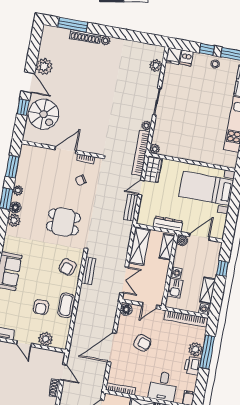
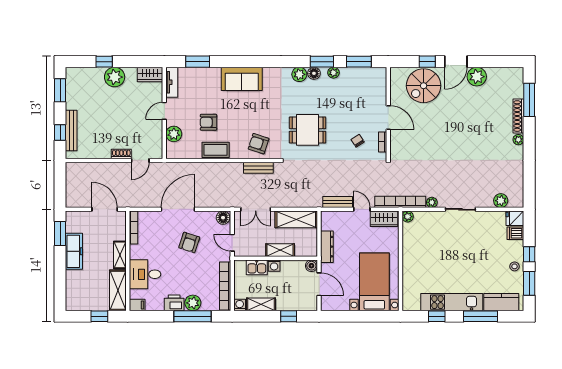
dining table: (63, 222) -> (308, 130), turned 90
shelving: (167, 247) -> (280, 250), moved
door: (112, 348) -> (178, 209), hinge flipped

